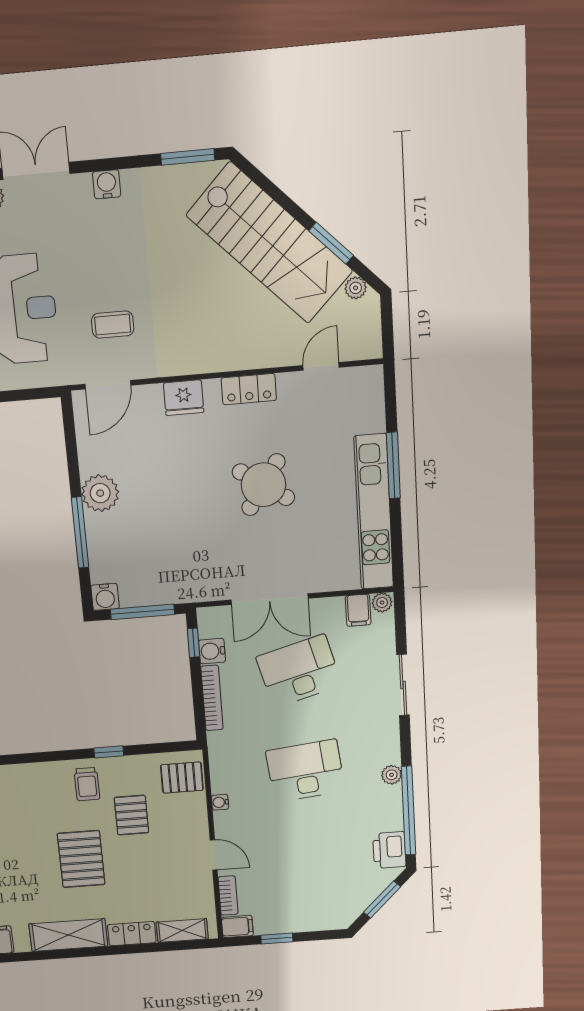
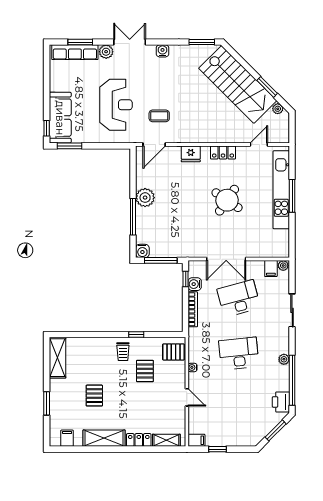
kitchen unit: (374, 512) -> (281, 190), moved
pallet: (81, 859) -> (94, 396), moved, width x0.67, depth x0.71
bookcase: (228, 895) -> (193, 422), removed

